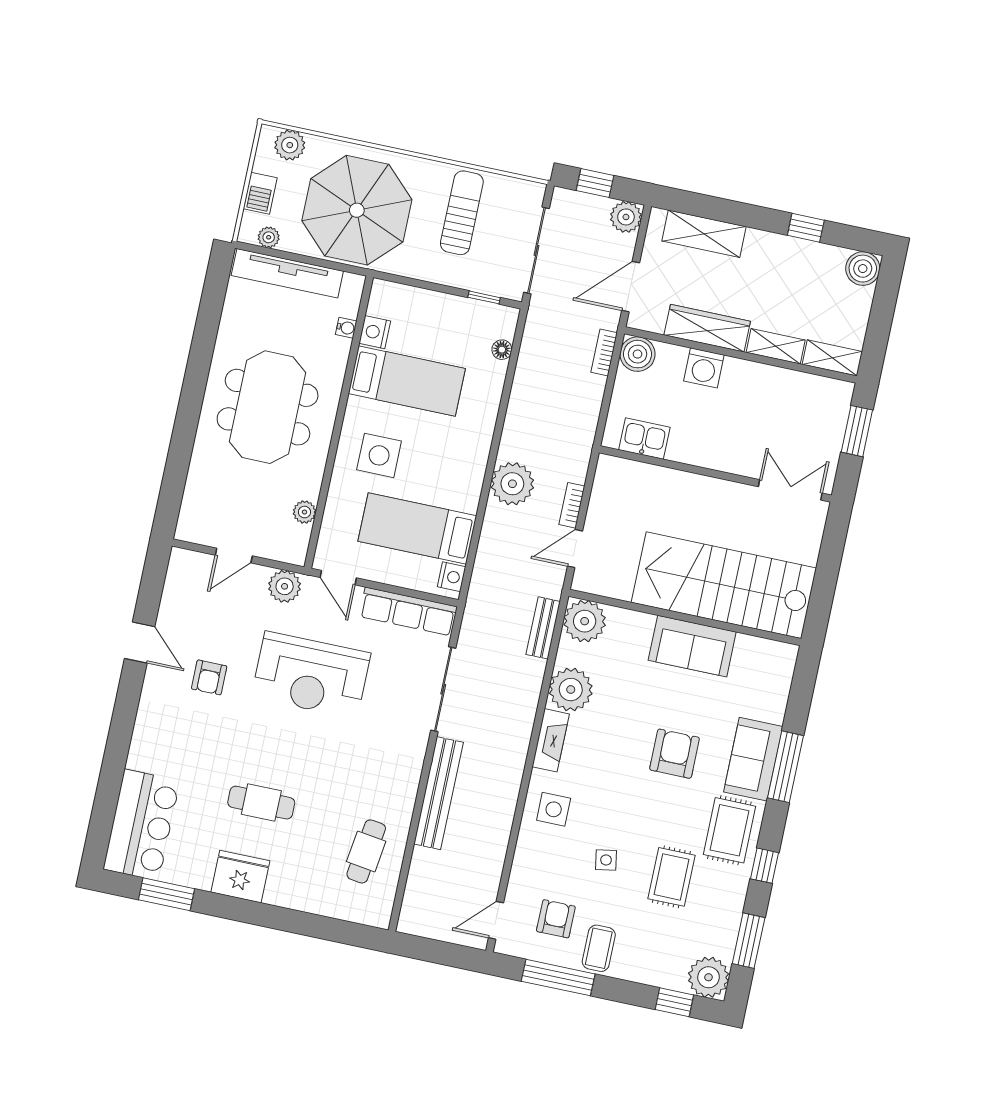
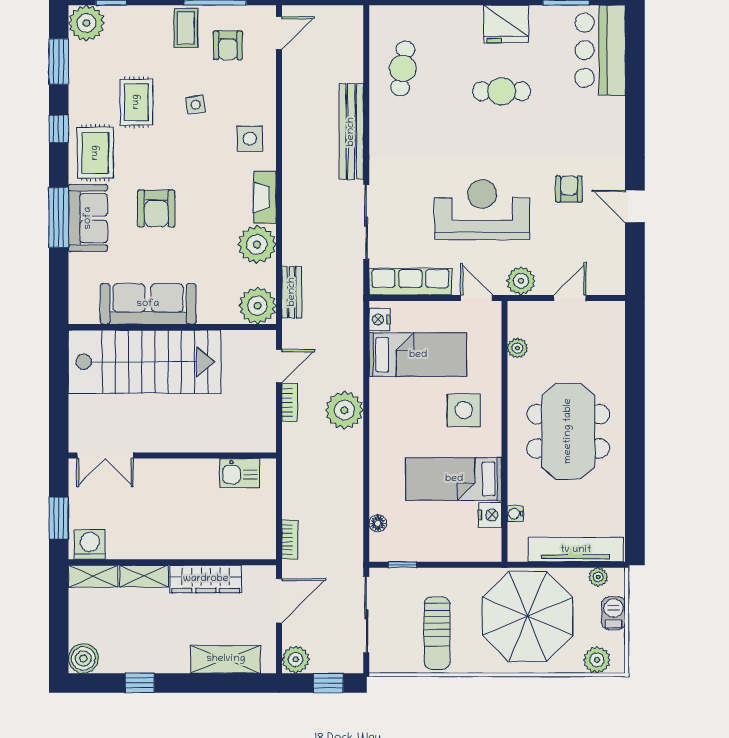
boiler: (638, 354) -> (261, 544), removed
washing machine: (704, 368) -> (90, 544), moved
sofa: (692, 646) -> (148, 304), width x1.36

